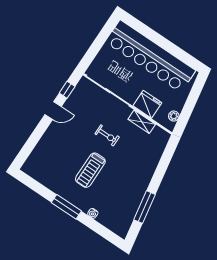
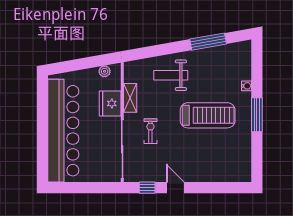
exercise bike: (107, 135) -> (150, 131), moved
weight bench: (138, 163) -> (171, 75), added
treadmill: (90, 170) -> (208, 115), width x1.37, depth x1.38

